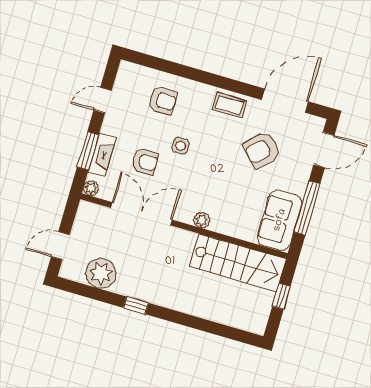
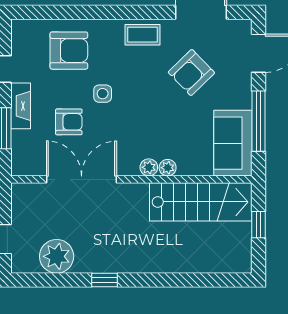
armchair: (162, 100) -> (69, 51), width x1.38, depth x1.38
fireplace: (102, 155) -> (21, 106), moved
plant: (91, 188) -> (168, 168), moved

